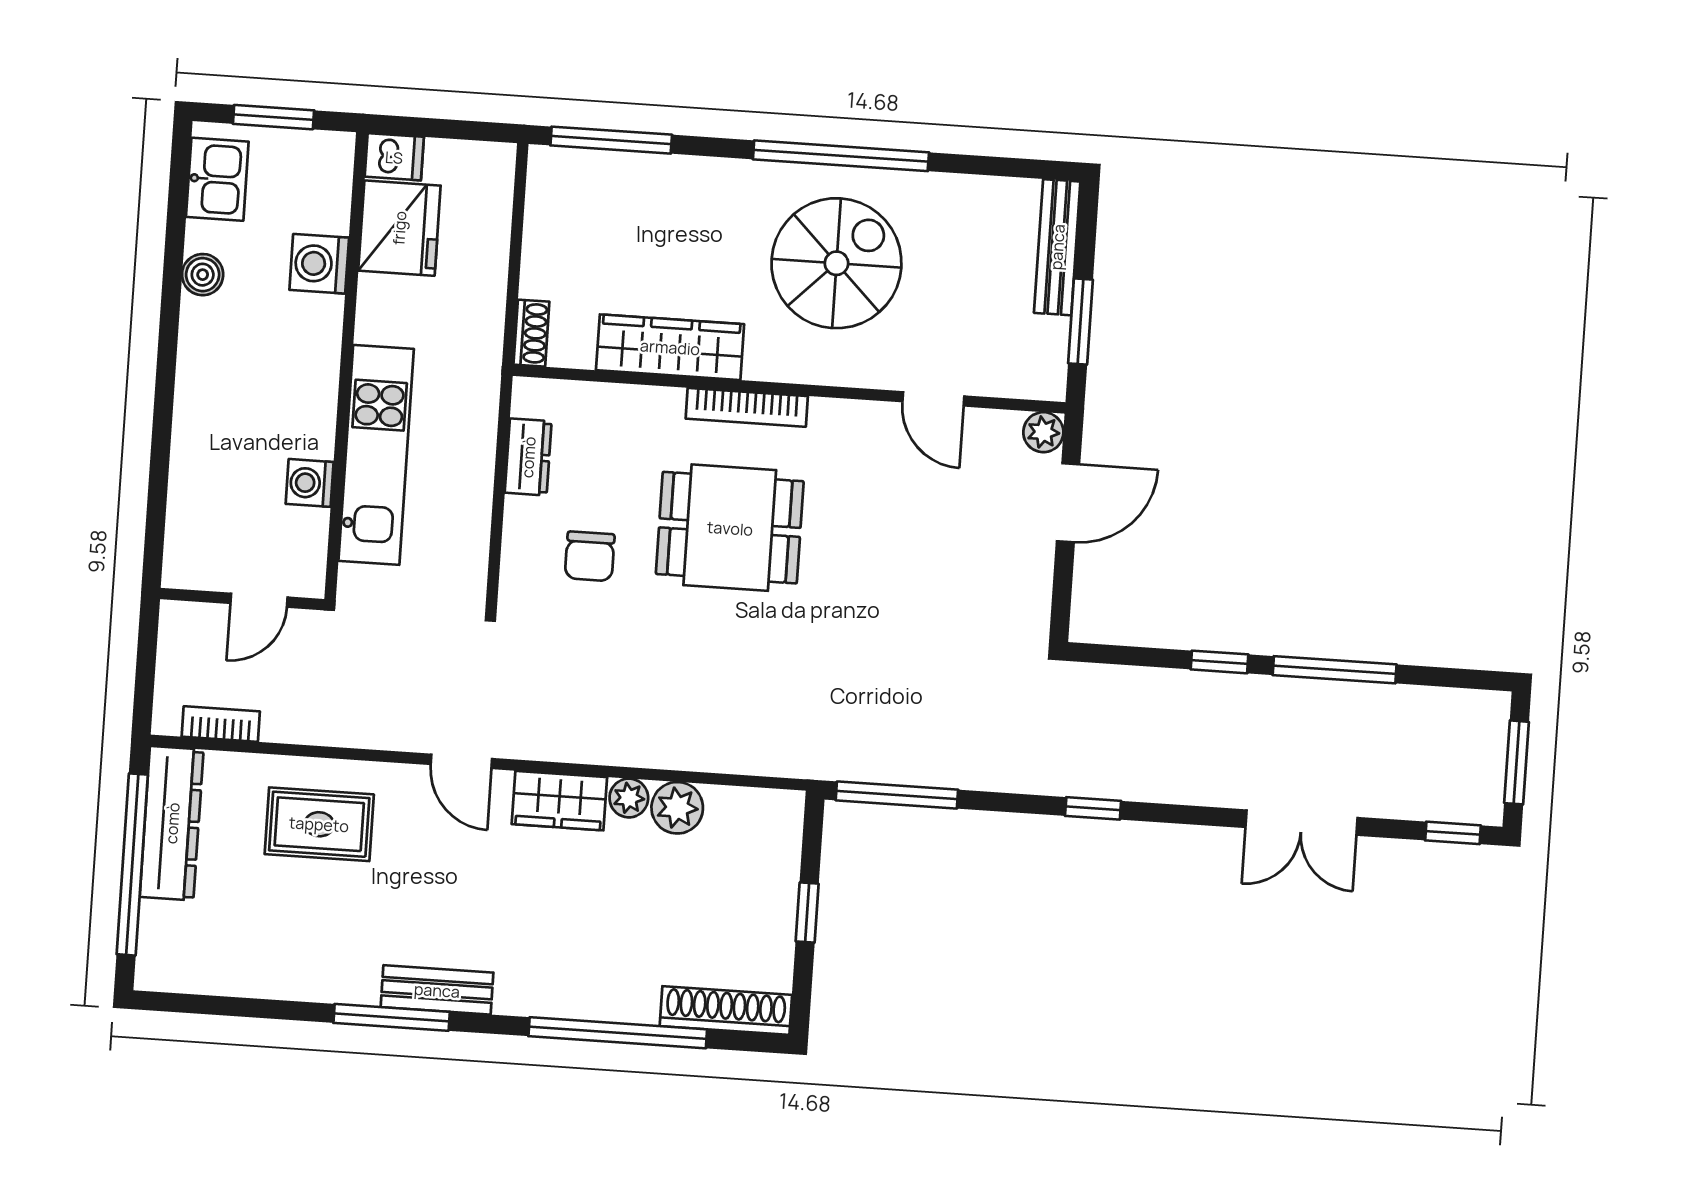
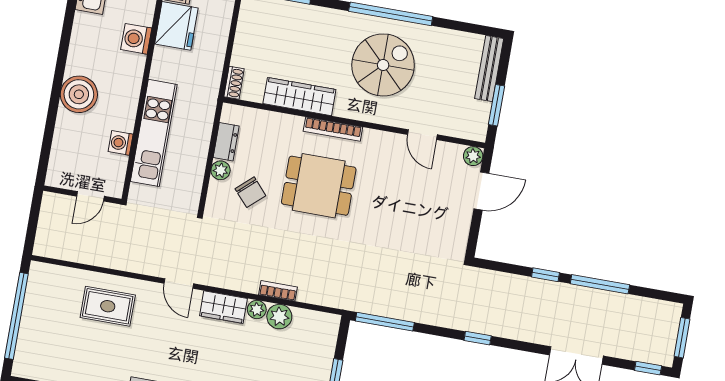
boiler: (203, 275) -> (79, 94), moved, width x1.86, depth x1.86
plant: (523, 518) -> (221, 170), added
chair: (590, 556) -> (250, 192), turned -42
bookcase: (221, 724) -> (278, 291), moved
dresser: (172, 823) -> (37, 298), removed

